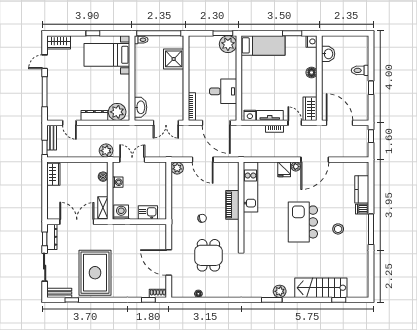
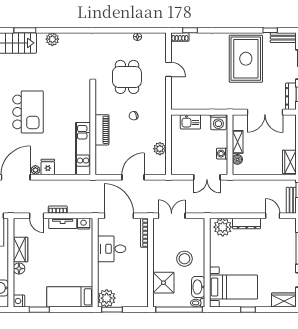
stool: (154, 82) -> (184, 259), added
washbasin: (140, 107) -> (198, 287), moved
wardrobe: (310, 109) -> (20, 249), moved
plant: (106, 151) -> (234, 187), removed
door: (203, 160) -> (133, 177), hinge flipped
plant: (177, 168) -> (160, 149), moved
shelving: (103, 208) -> (238, 142), moved
door: (169, 263) -> (169, 69), width x0.53
window: (272, 300) -> (25, 30), moved

